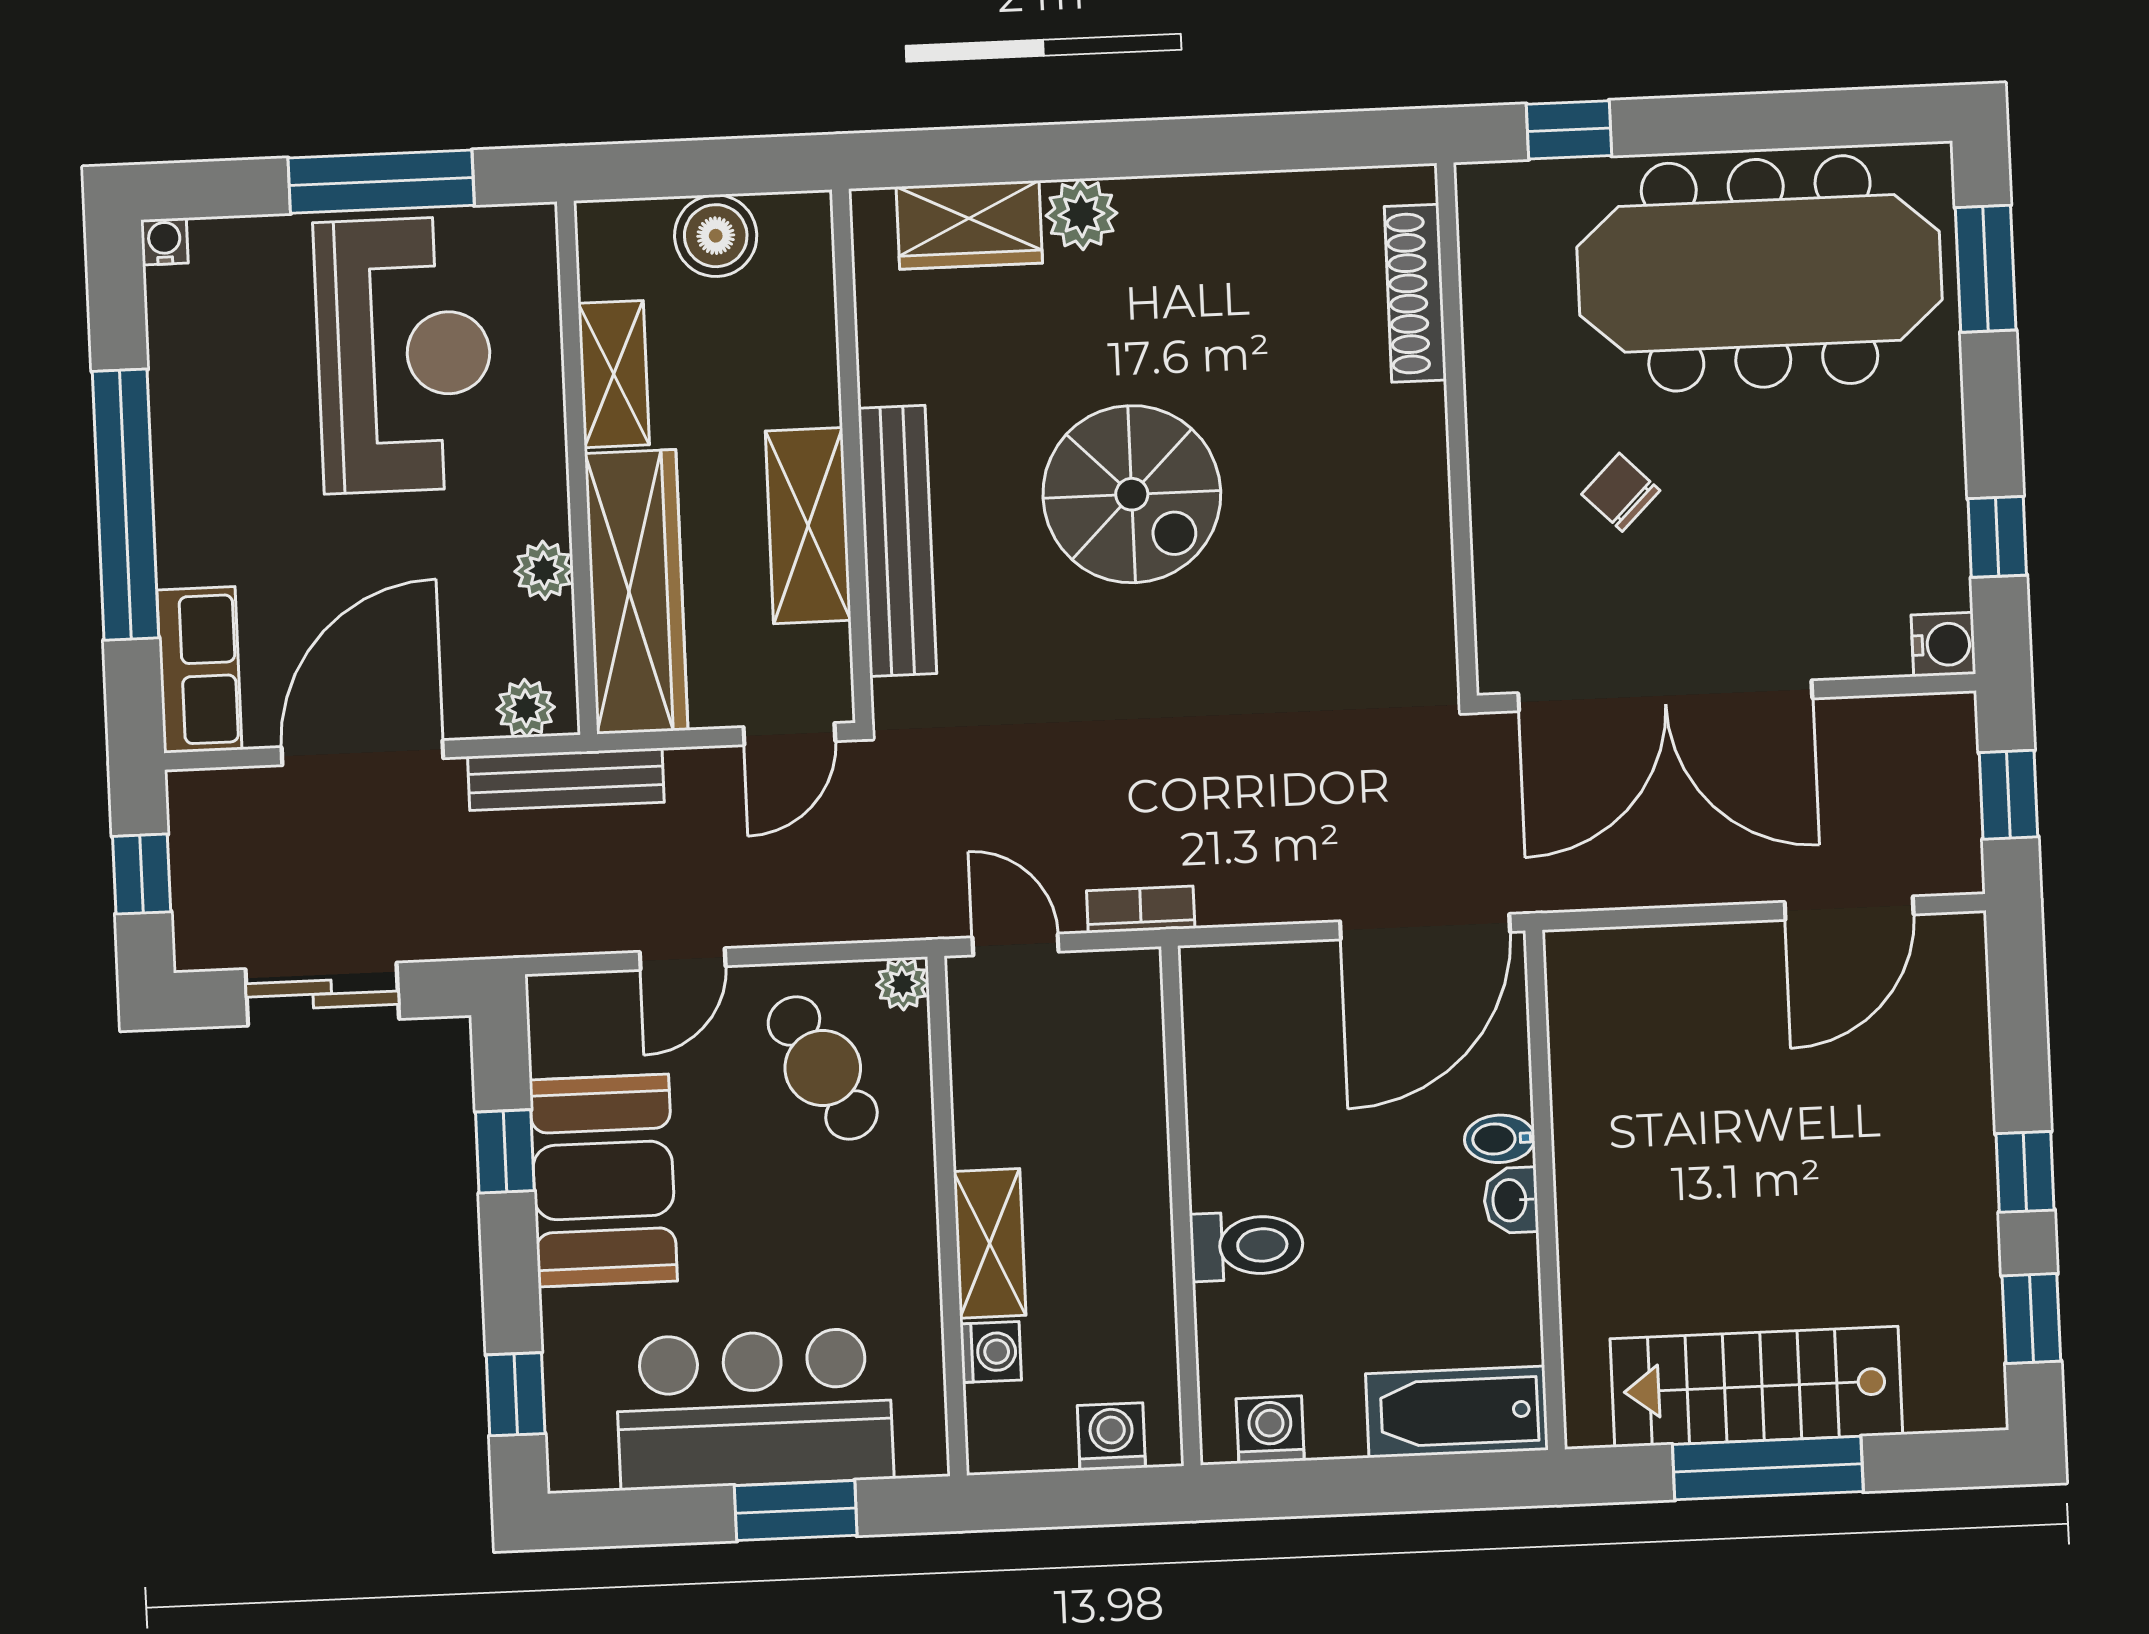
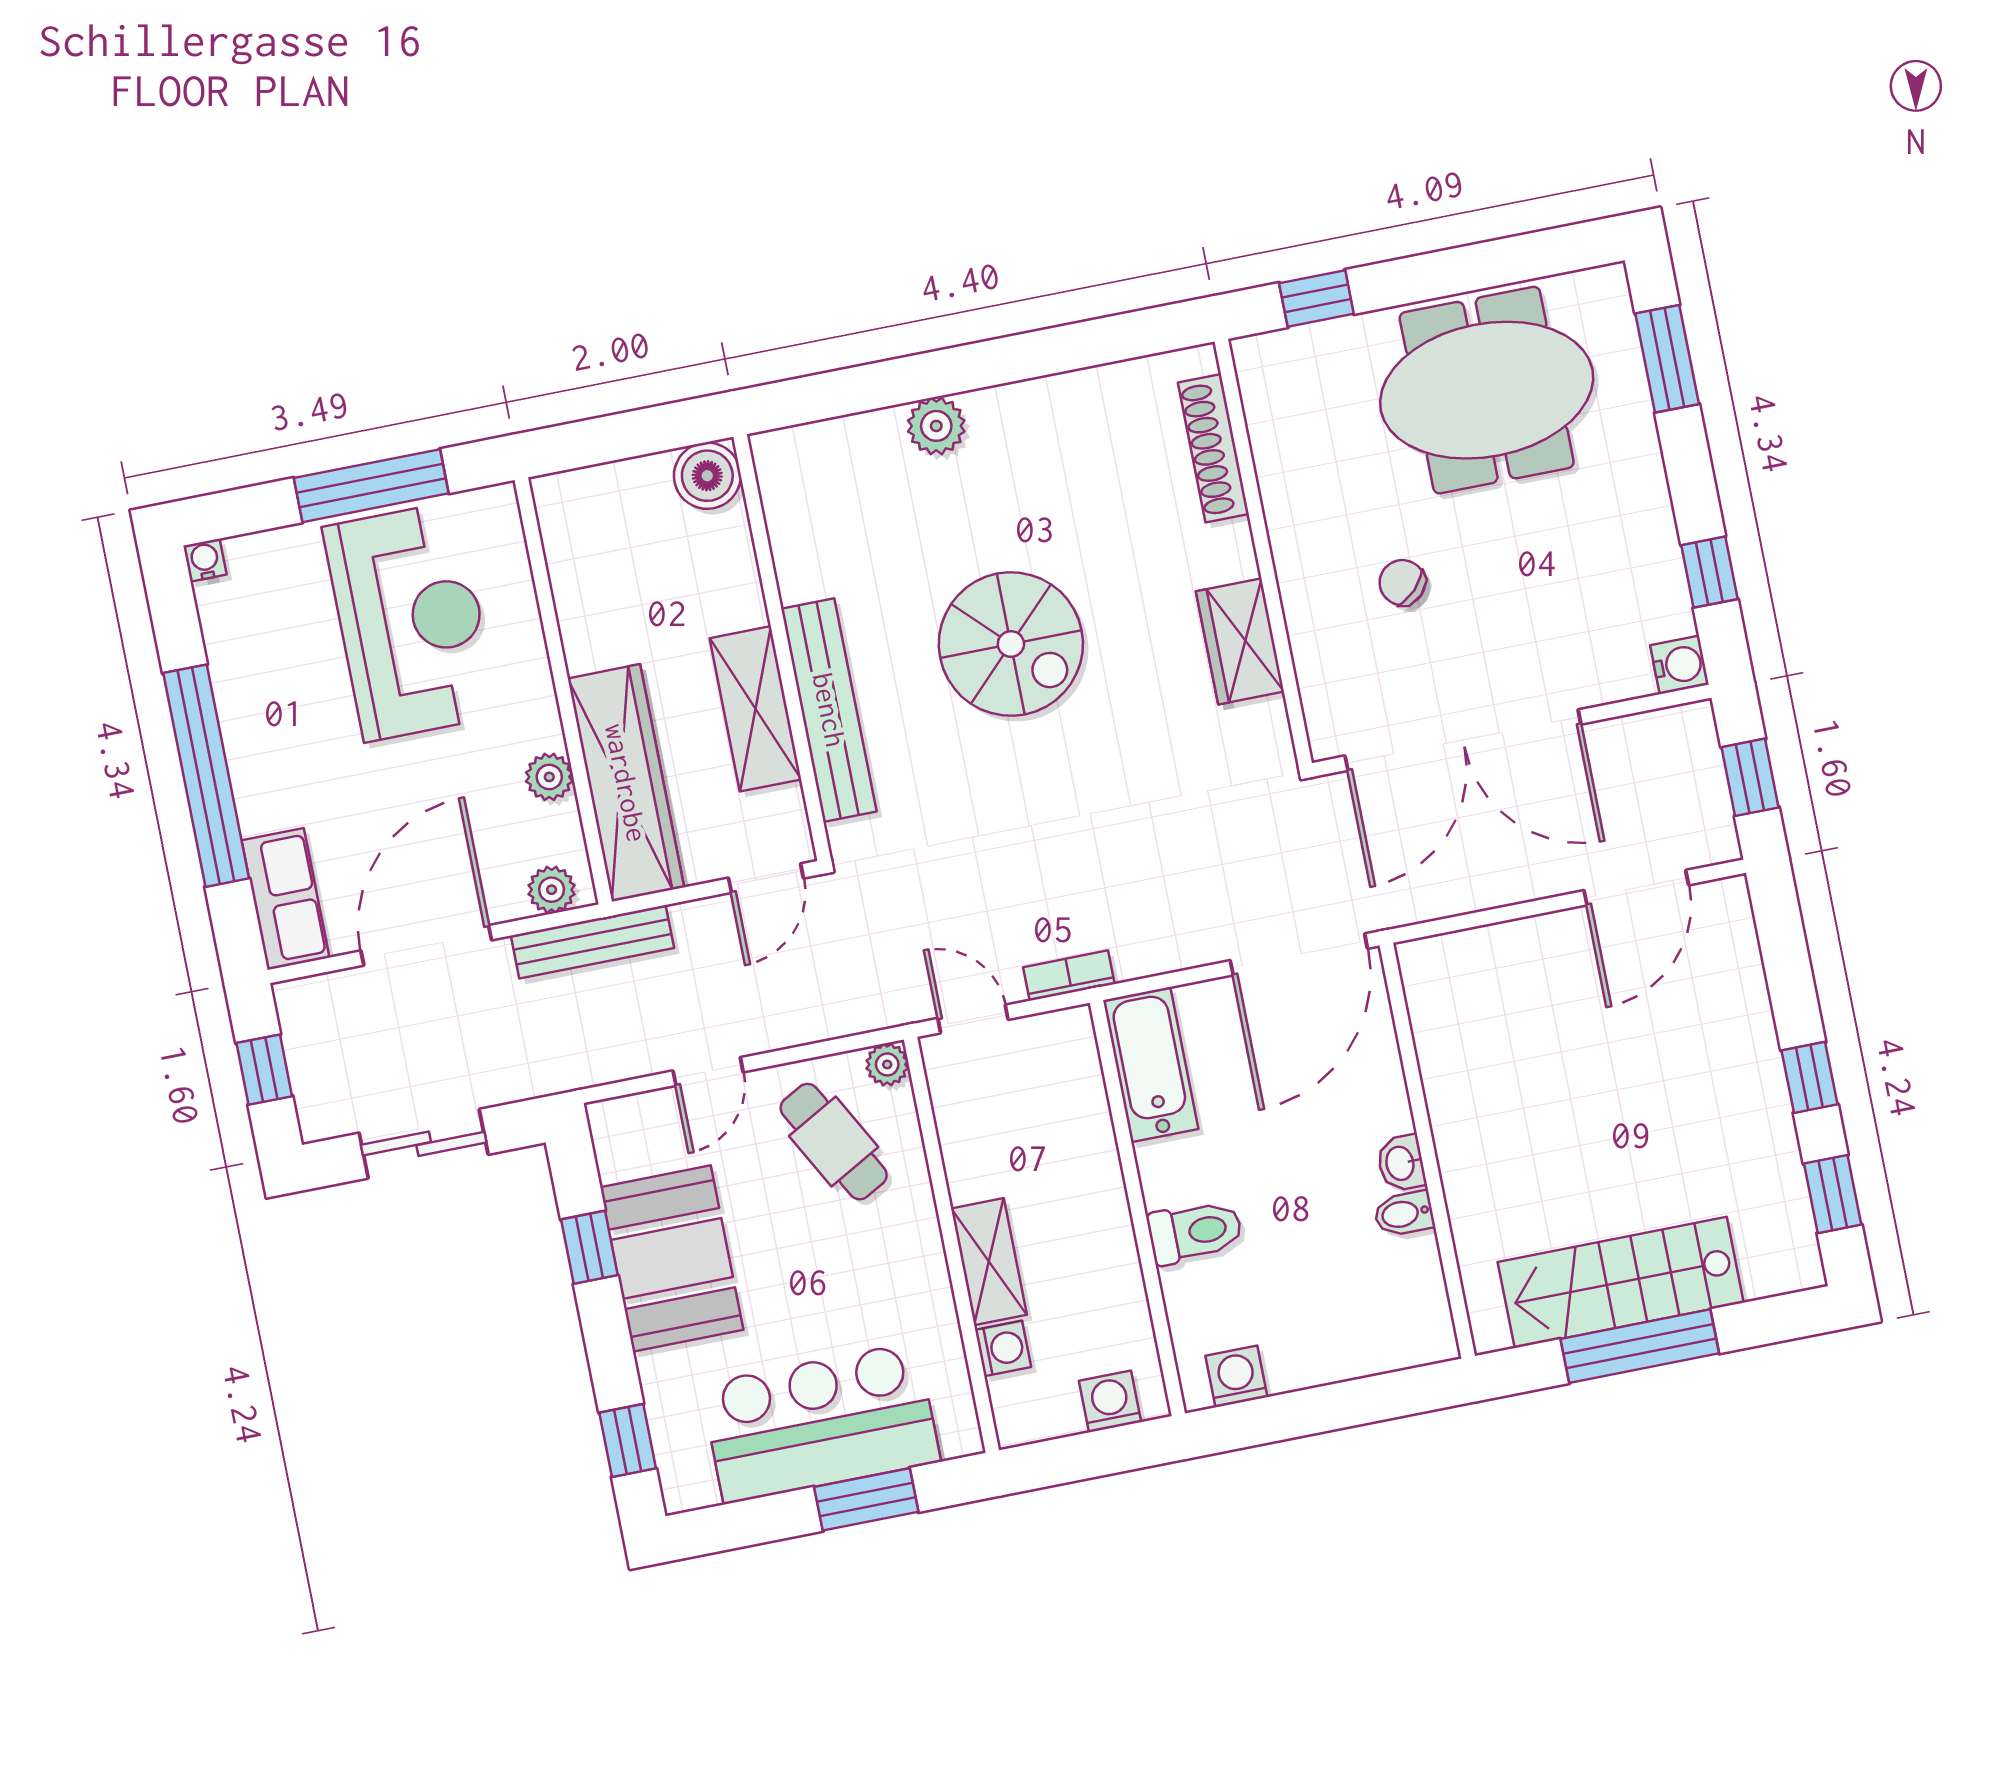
wardrobe: (969, 225) -> (1240, 641), moved, turned 90
boiler: (716, 236) -> (707, 476), moved
meeting table: (1759, 273) -> (1487, 390), width x0.73
shelving: (614, 374) -> (581, 611), removed
bidet: (1500, 1139) -> (1404, 1214), moved
bathtub: (1457, 1412) -> (1151, 1065), moved, turned 90

